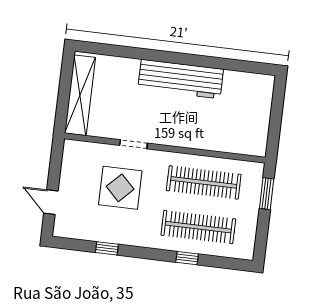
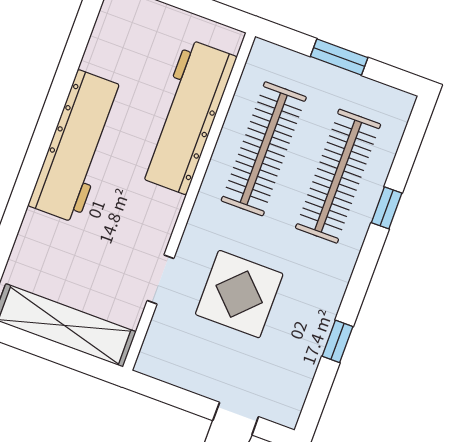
workbench: (211, 136) -> (187, 117), added
doorway: (134, 144) -> (160, 279), moved
window: (267, 194) -> (339, 57), moved

